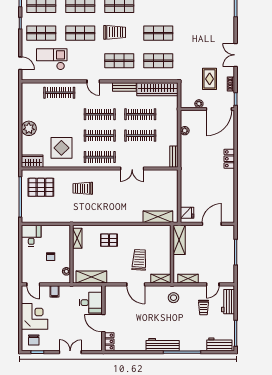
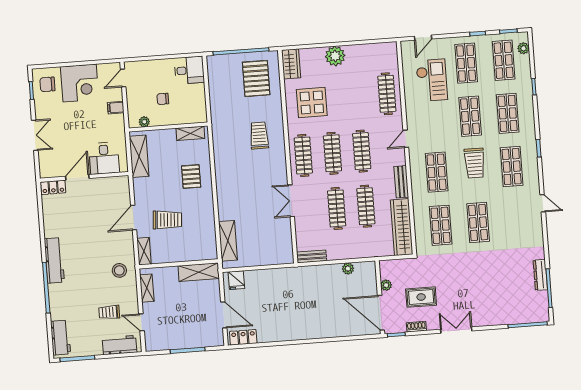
locker: (229, 159) -> (243, 337), moved

